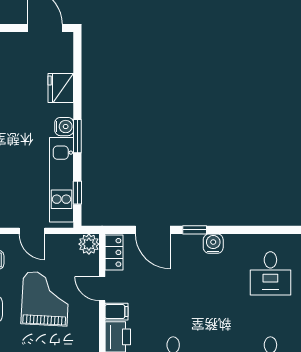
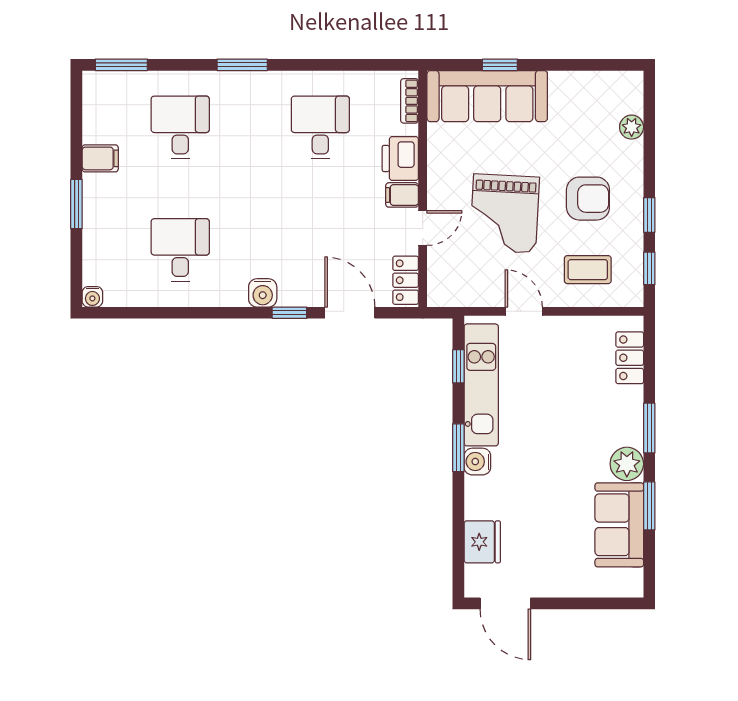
fridge: (61, 88) -> (482, 542), moved
plant: (89, 244) -> (442, 292), removed
door: (102, 289) -> (423, 228), hinge flipped

